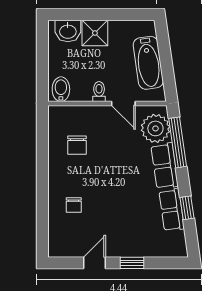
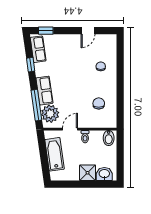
door: (123, 104) -> (70, 129), hinge flipped
row of seats: (172, 210) -> (38, 49), moved
window: (132, 263) -> (46, 31), moved

